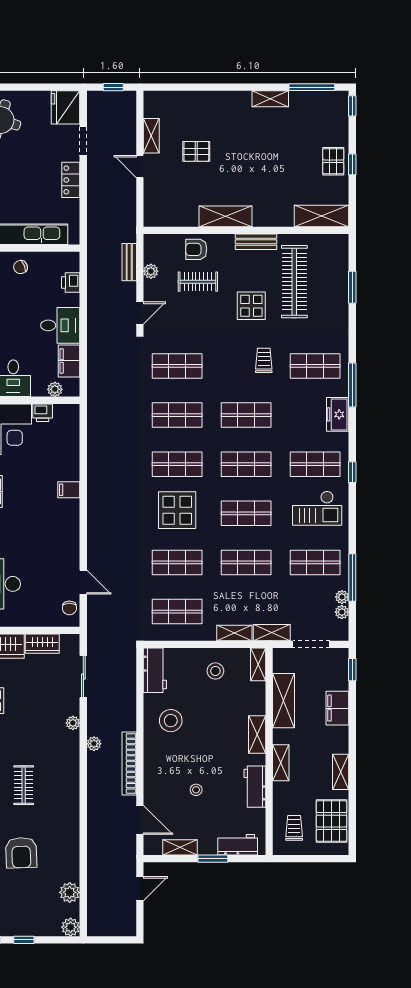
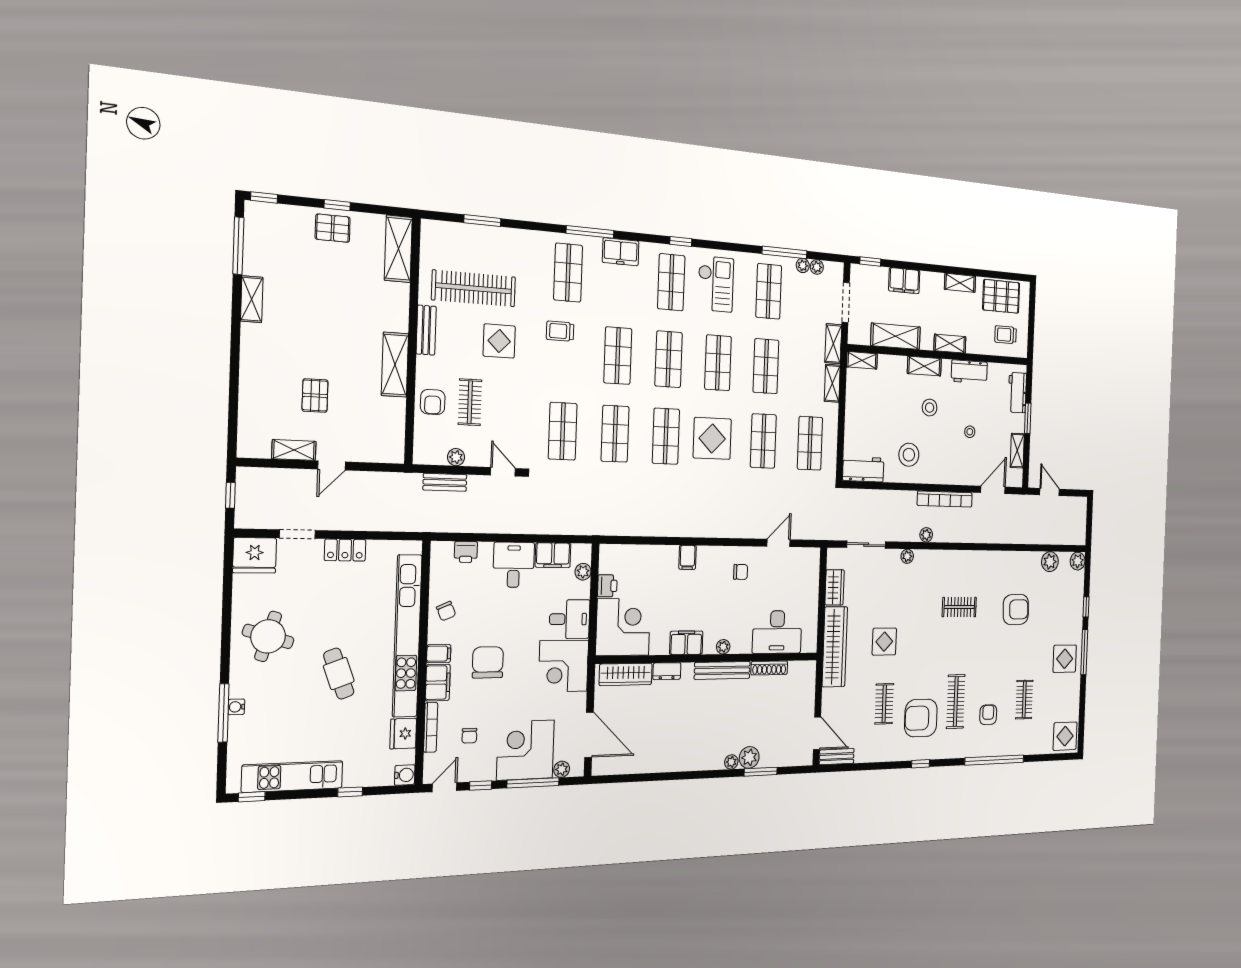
chair: (69, 608) -> (741, 572), moved
stool: (215, 671) -> (930, 408), moved

